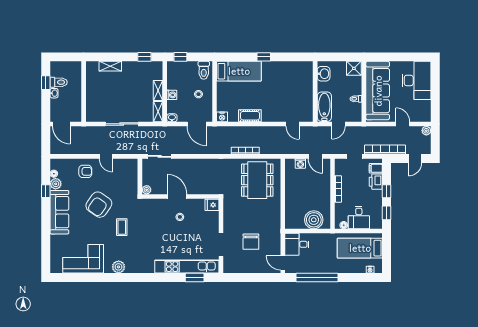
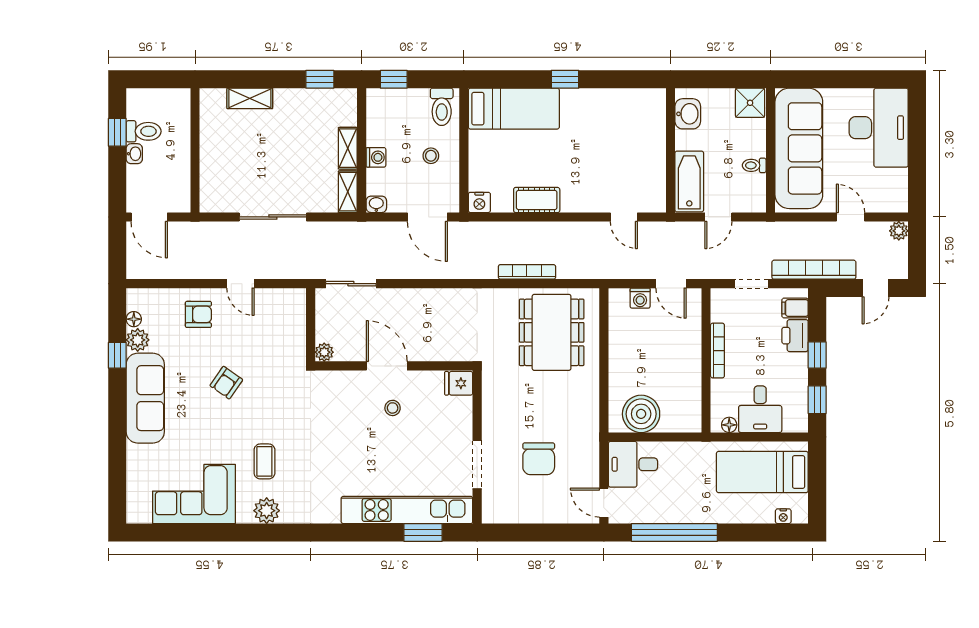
armchair: (99, 205) -> (226, 383), width x0.53, depth x0.53
boiler: (314, 220) -> (641, 414), moved
coffee table: (122, 227) -> (264, 461), moved

